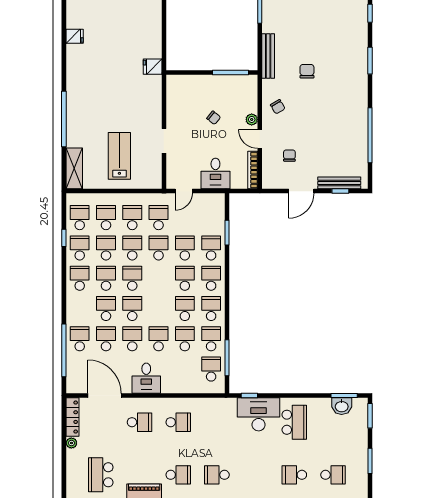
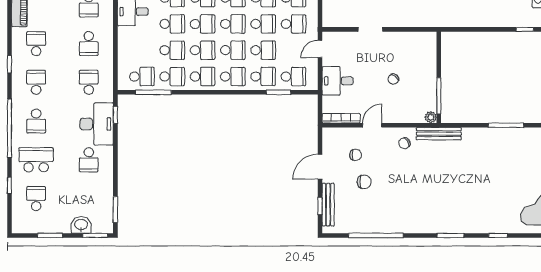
bench: (268, 56) -> (439, 134), moved
fridge: (153, 67) -> (445, 18), removed
chair: (307, 71) -> (364, 182), moved
plant: (252, 119) -> (431, 117), moved
door: (184, 191) -> (320, 49), hinge flipped
door: (301, 191) -> (320, 167), hinge flipped
school desk: (211, 218) -> (293, 77), added
school desk: (159, 278) -> (233, 24), added
school desk: (159, 308) -> (203, 24), added
washbasin: (342, 406) -> (81, 225), moved, turned 90
school desk: (217, 422) -> (89, 82), added
school desk: (294, 422) -> (89, 160), width x0.54
school desk: (178, 475) -> (36, 44), turned 180
school desk: (256, 475) -> (36, 121), added
school desk: (294, 475) -> (36, 160), width x1.85
school desk: (333, 475) -> (36, 199), turned 180

